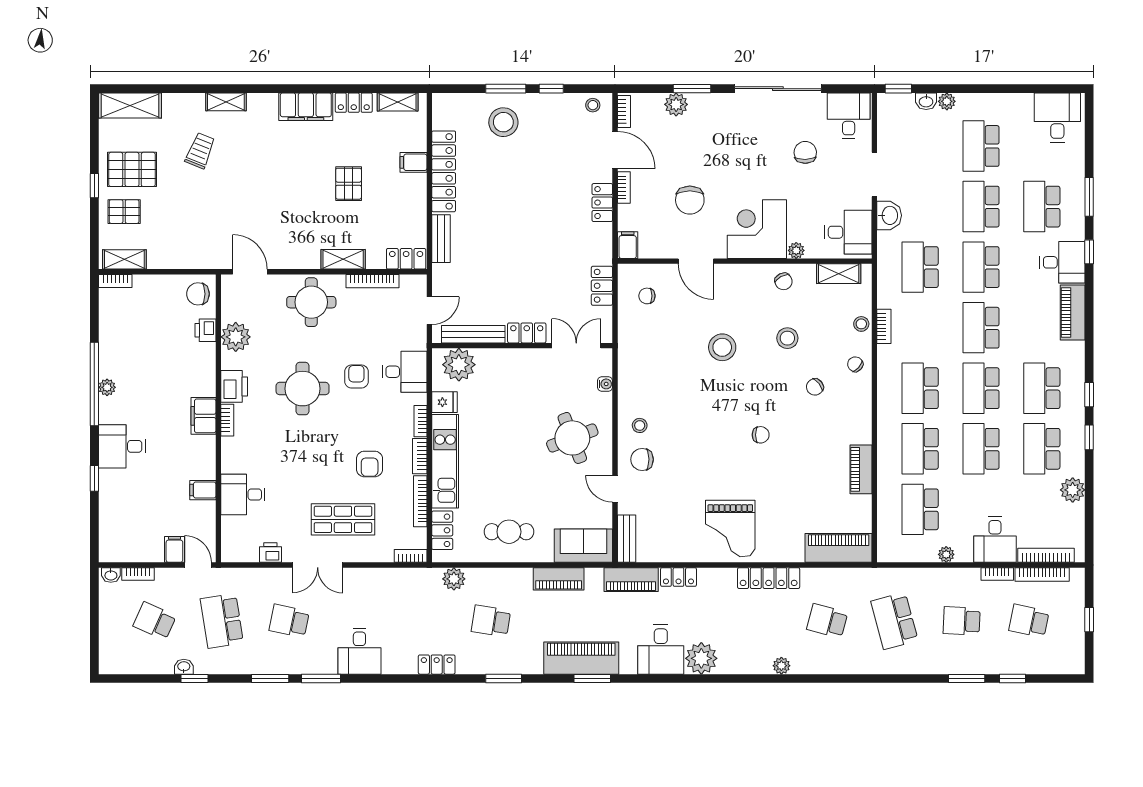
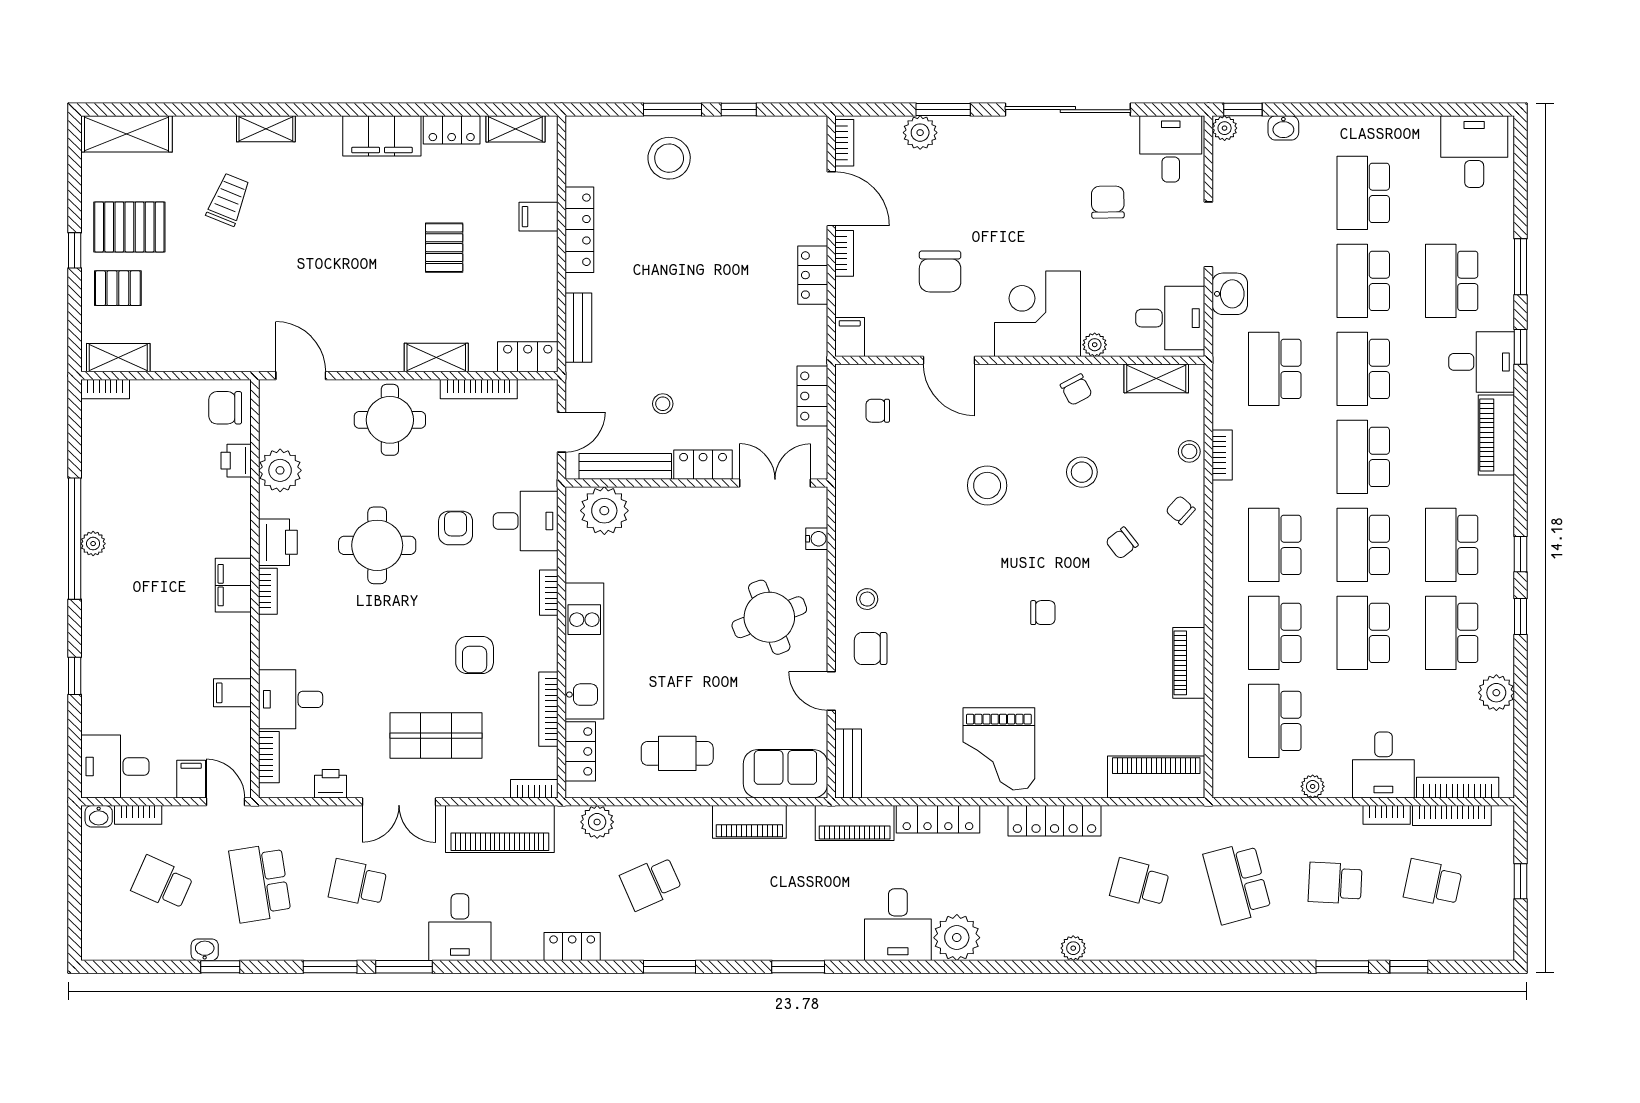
plant: (947, 101) -> (1225, 128), moved
stool: (593, 105) -> (663, 404), moved
locker: (444, 171) -> (579, 230), width x0.71, depth x0.83
fridge: (444, 402) -> (583, 565), removed
desk: (122, 446) -> (115, 766), moved
bookcase: (420, 456) -> (269, 757), moved, turned 180
locker: (678, 577) -> (938, 819), width x1.53
school desk: (491, 621) -> (651, 883), turned -33
piano: (581, 658) -> (500, 829), moved, turned 180

